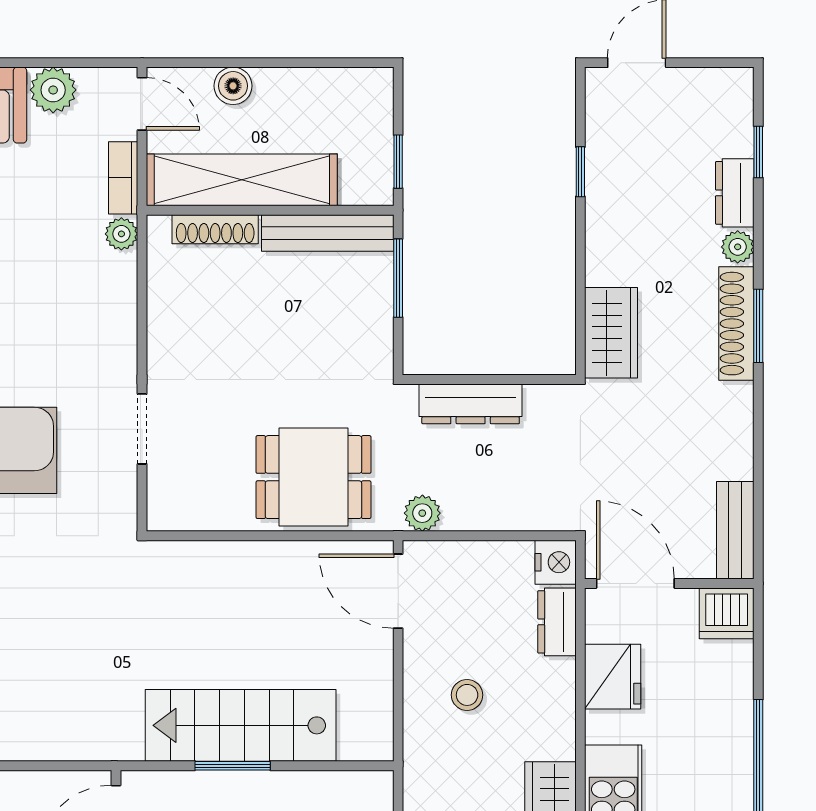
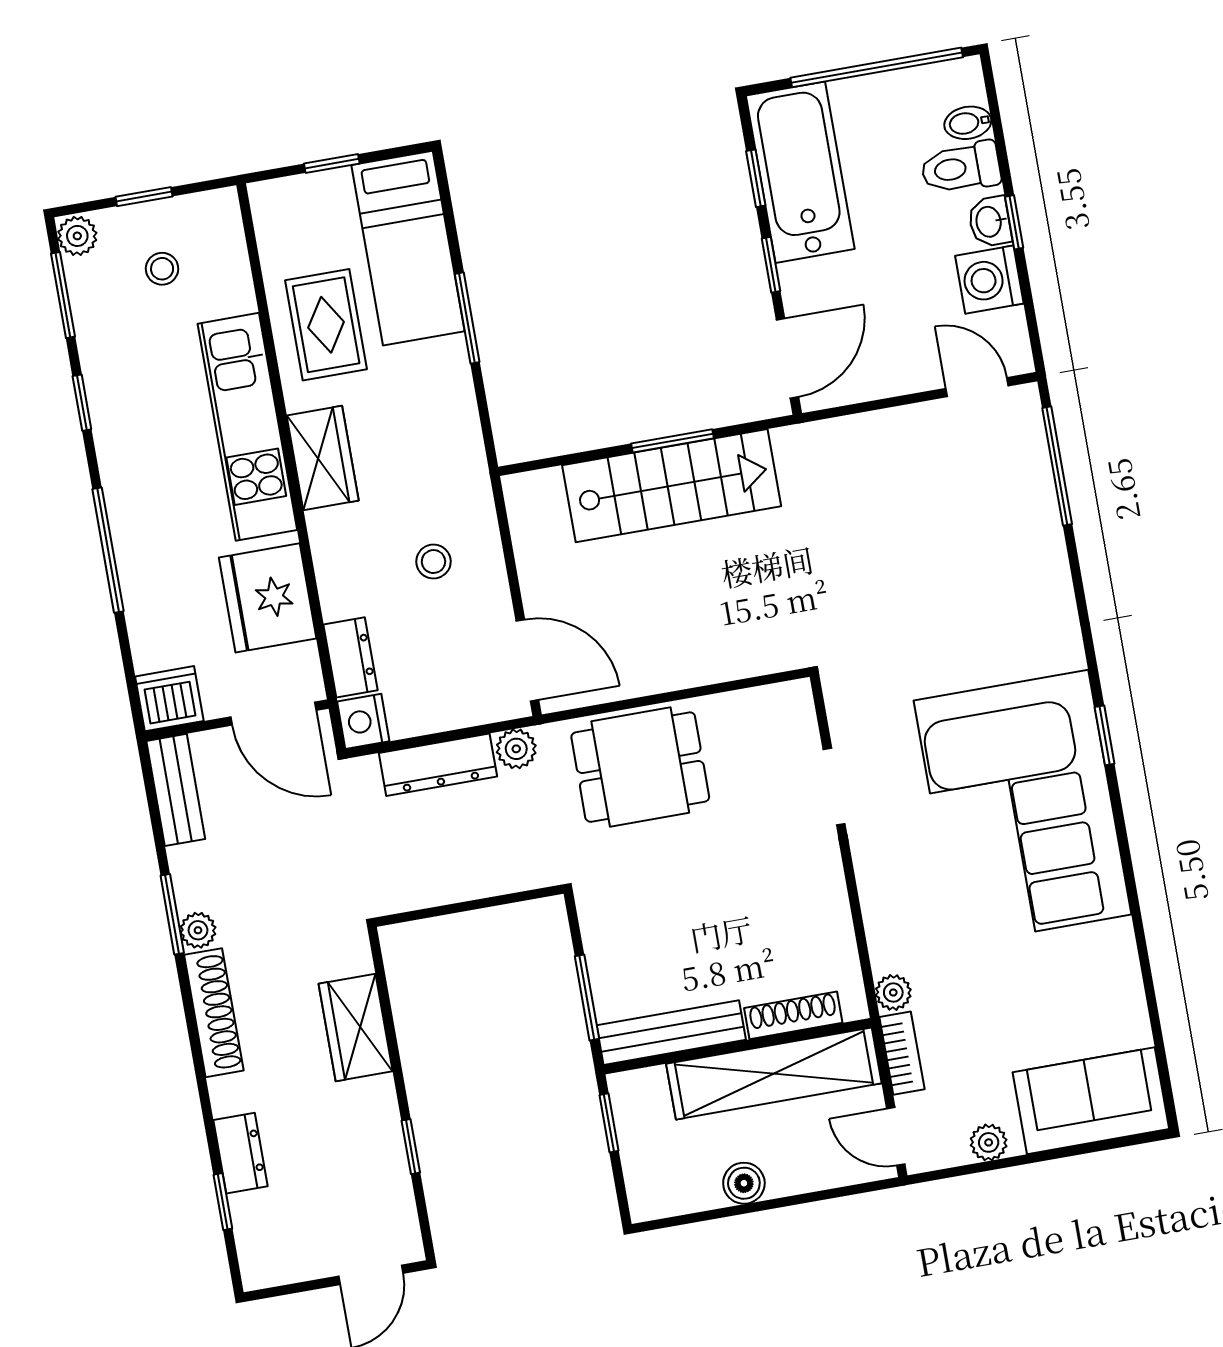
boiler: (233, 86) -> (744, 1183), moved
plant: (53, 90) -> (989, 1142), width x0.73, depth x0.73
plant: (738, 247) -> (198, 930), moved
window: (758, 326) -> (172, 914), moved
wardrobe: (611, 333) -> (356, 1027), moved
dresser: (471, 404) -> (438, 765), moved, turned 180
fridge: (613, 677) -> (268, 598), width x1.36, depth x1.34

